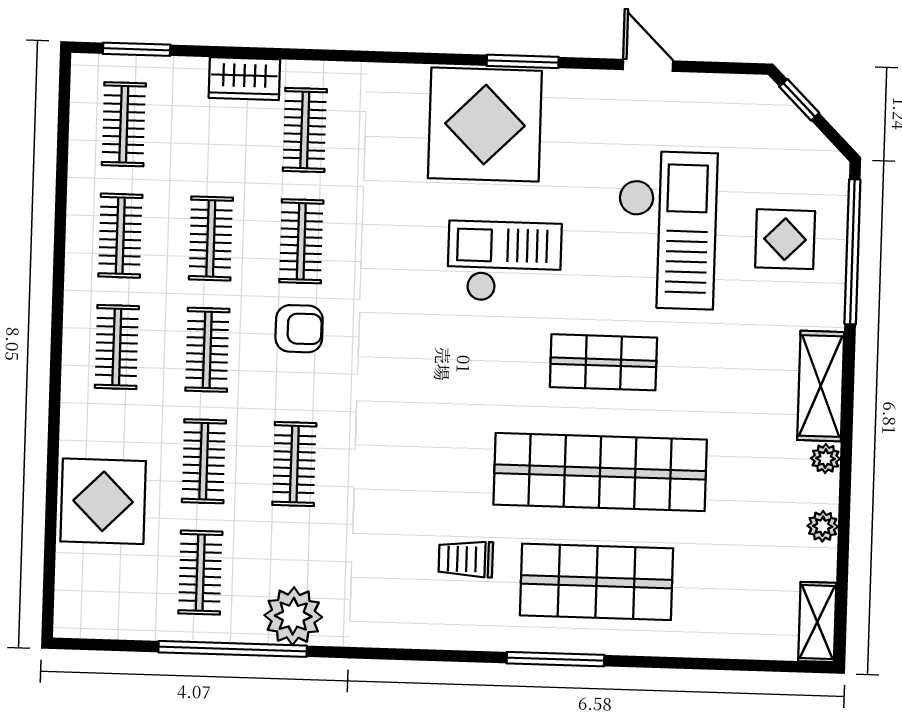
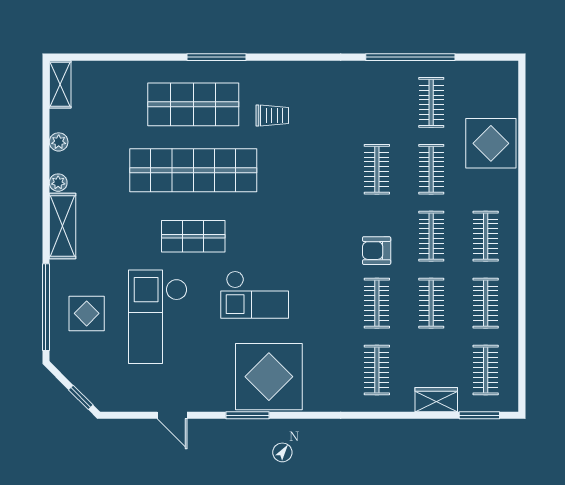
wardrobe: (244, 79) -> (436, 400), moved
plant: (293, 616) -> (375, 78), removed

